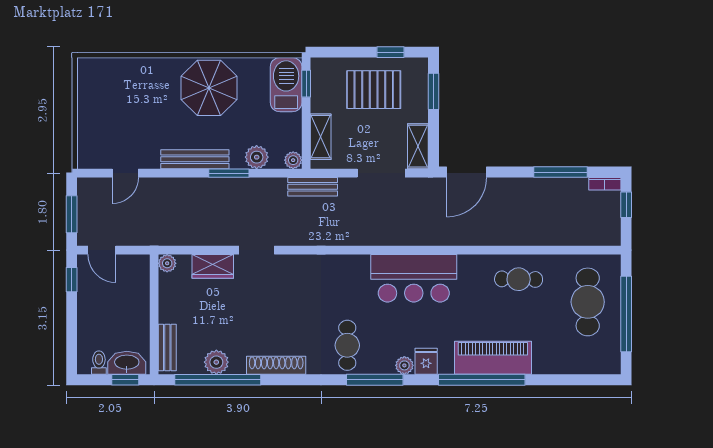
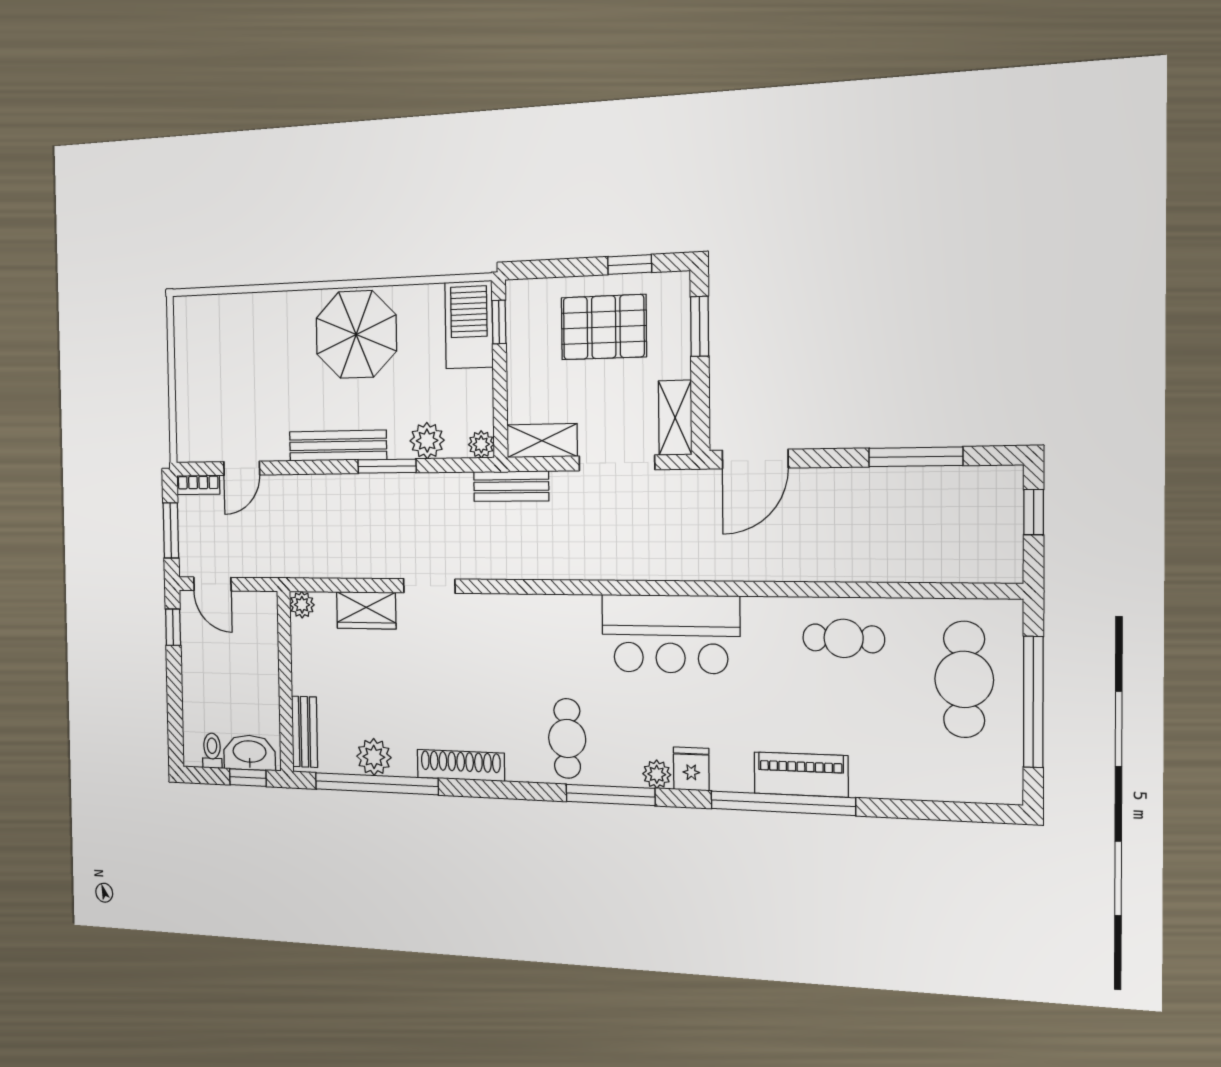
shelving: (321, 137) -> (542, 441), moved, turned 90
bookcase: (605, 184) -> (198, 485), moved
piano: (493, 358) -> (801, 775), width x0.73, depth x0.75

